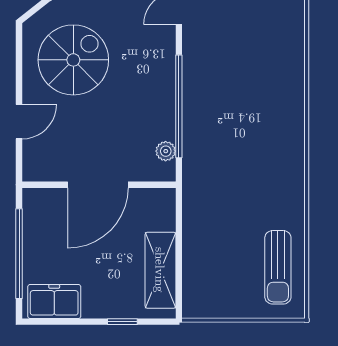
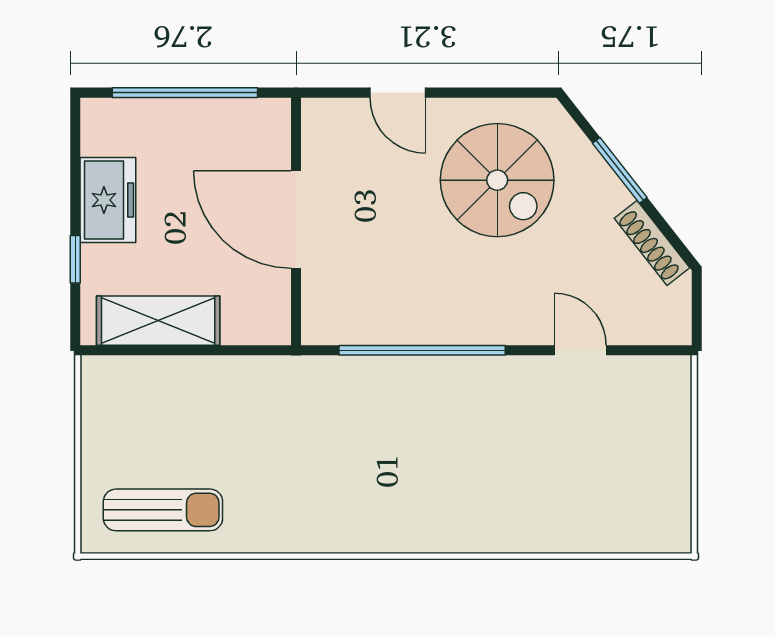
plant: (166, 151) -> (350, 329), removed
sun lounger: (278, 267) -> (163, 510), turned 180
freezer: (54, 301) -> (108, 200), moved

